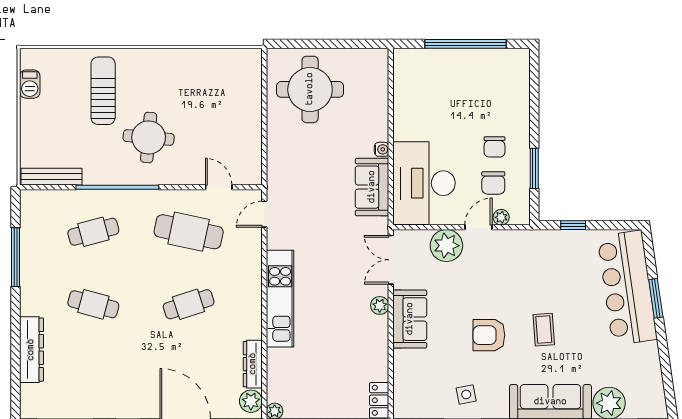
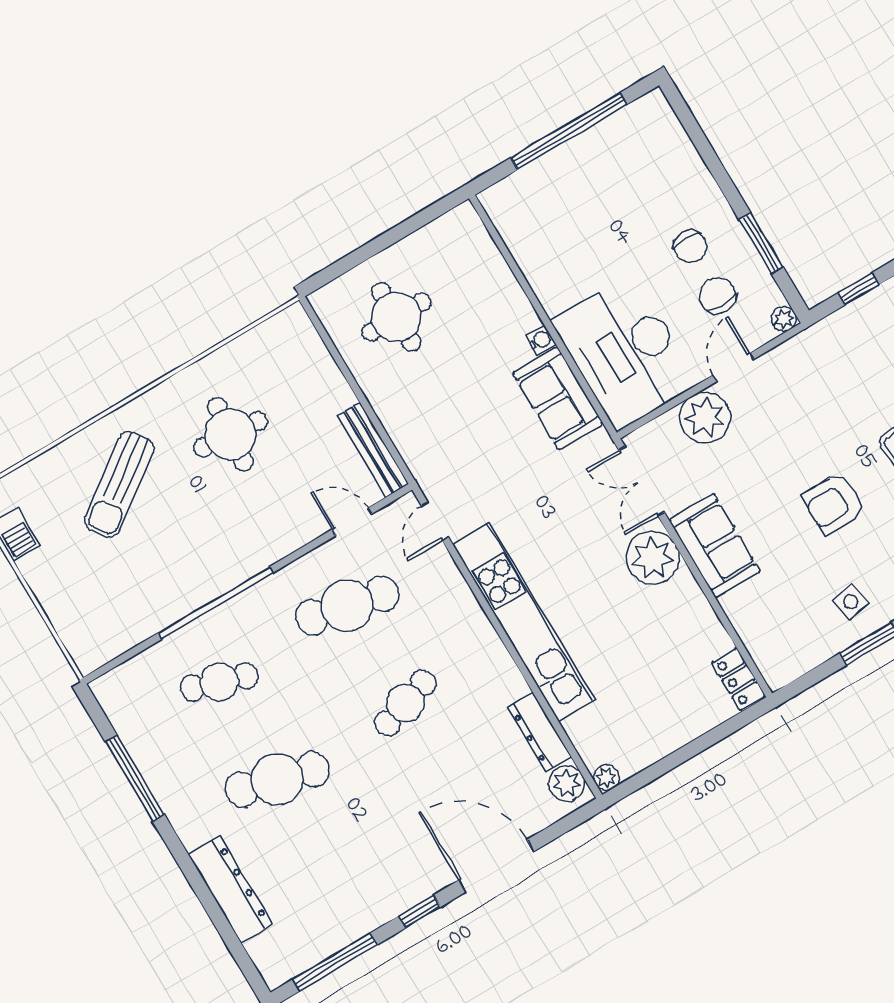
round table: (310, 89) -> (396, 317), width x0.73, depth x0.73
sun lounger: (103, 91) -> (119, 484), turned -126
round table: (149, 137) -> (231, 434), moved
bench: (51, 177) -> (373, 450), moved, turned 90
chair: (493, 183) -> (718, 296), turned 180
plant: (501, 217) -> (784, 319), moved
cafe table: (93, 232) -> (219, 682), turned 33
kitchen unit: (280, 299) -> (524, 622), width x1.36
cafe table: (93, 304) -> (277, 779), width x1.37, depth x1.35
plant: (380, 305) -> (653, 558), width x1.87, depth x1.87

